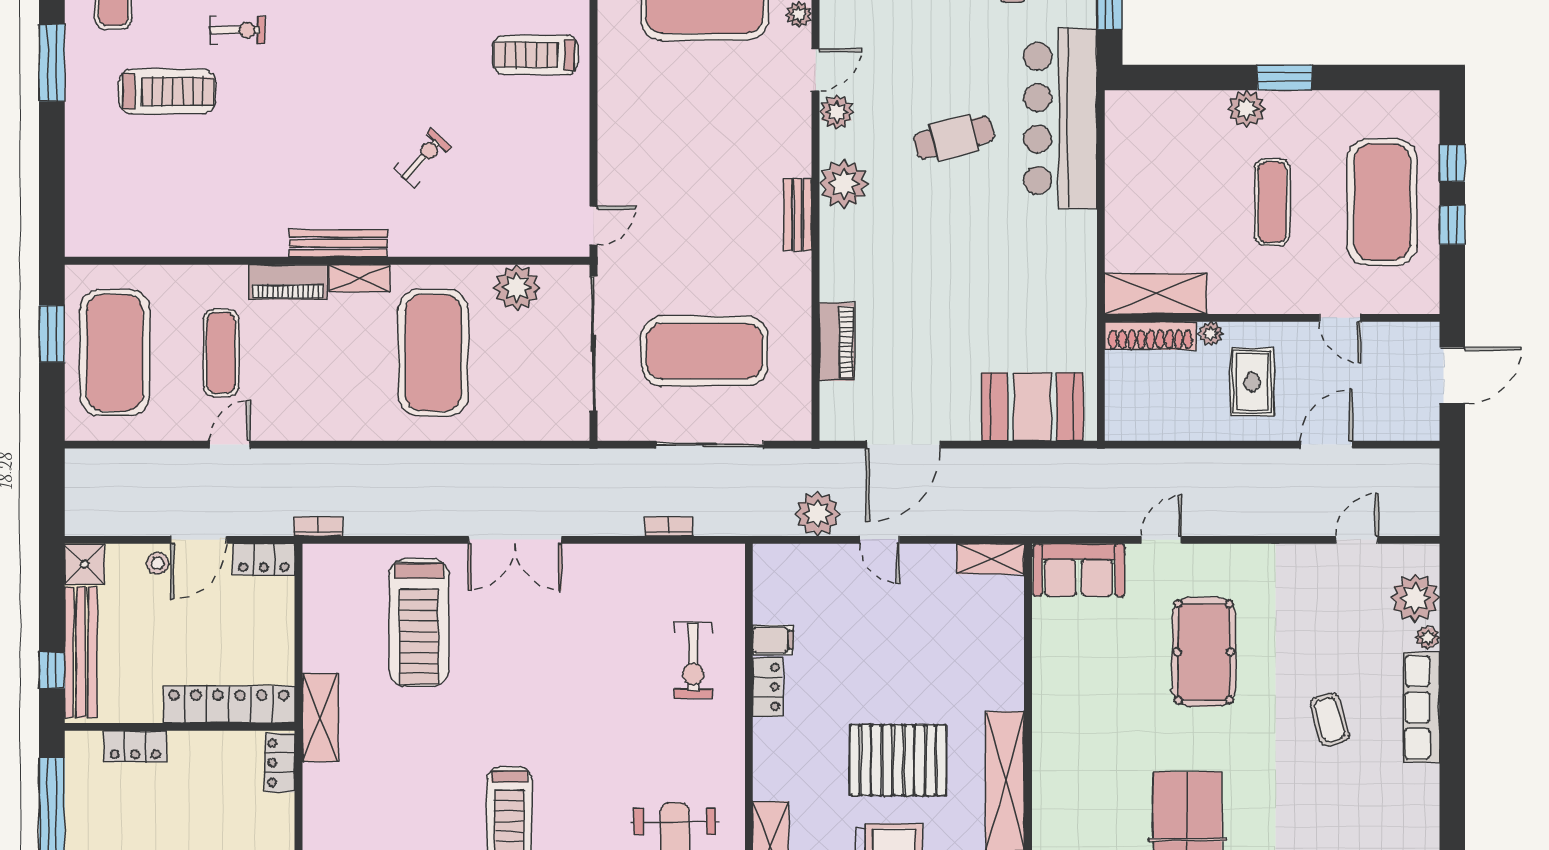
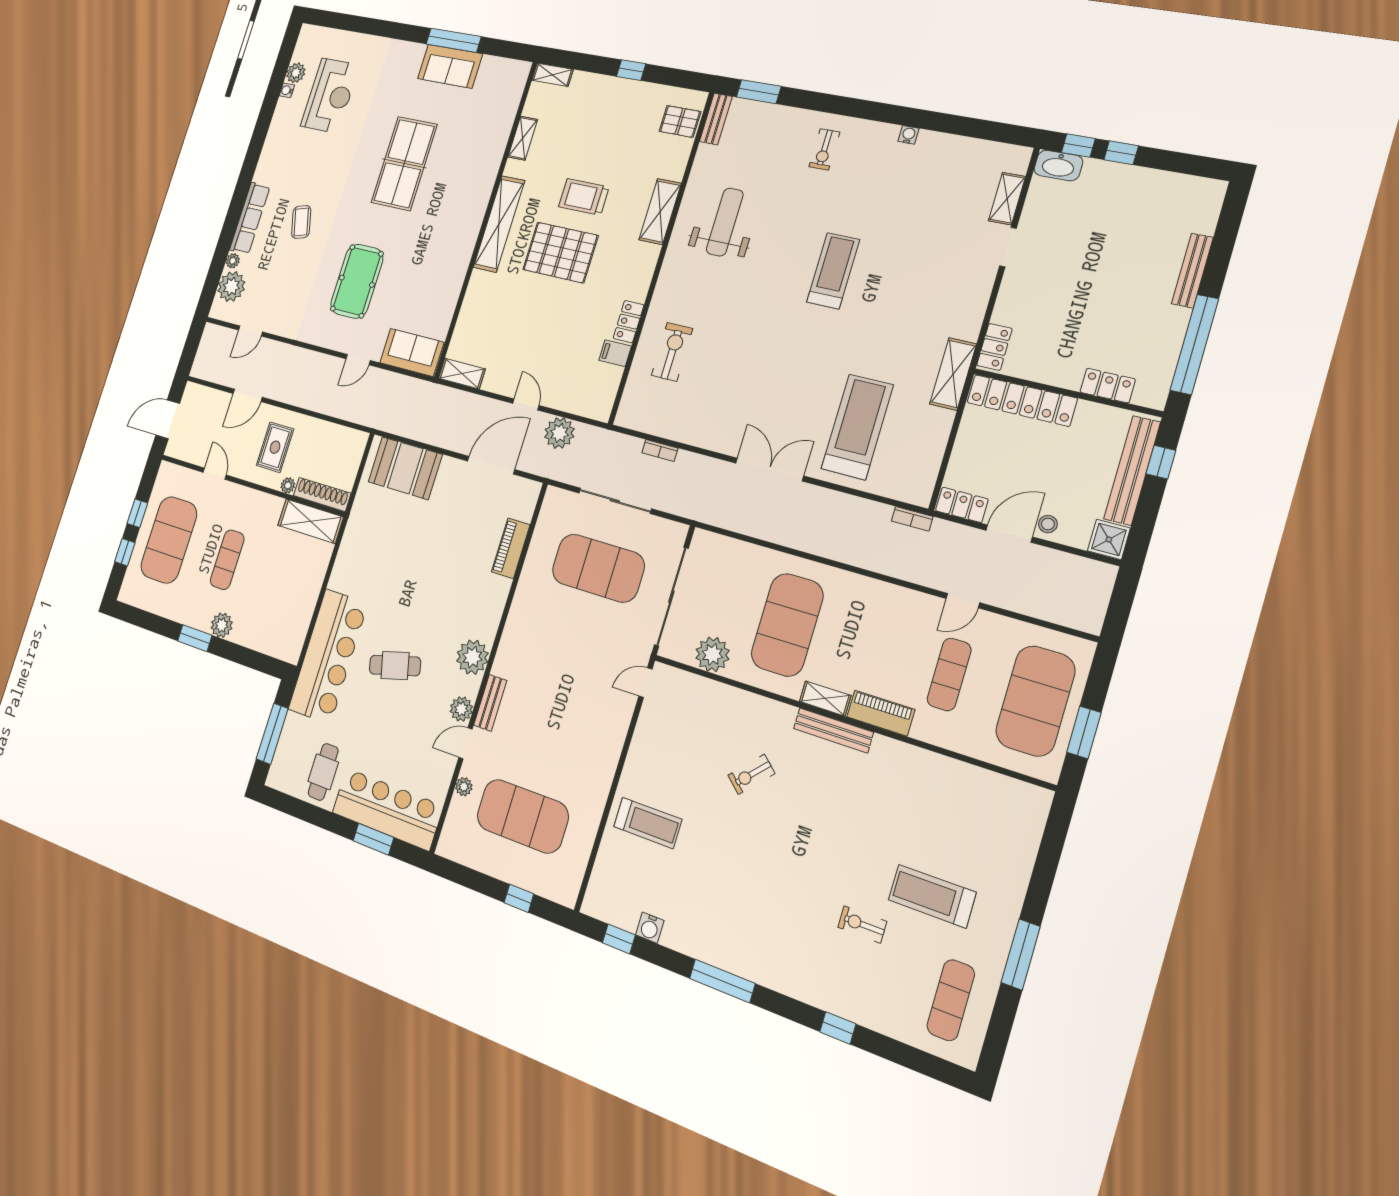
bench: (798, 214) -> (490, 703), moved

